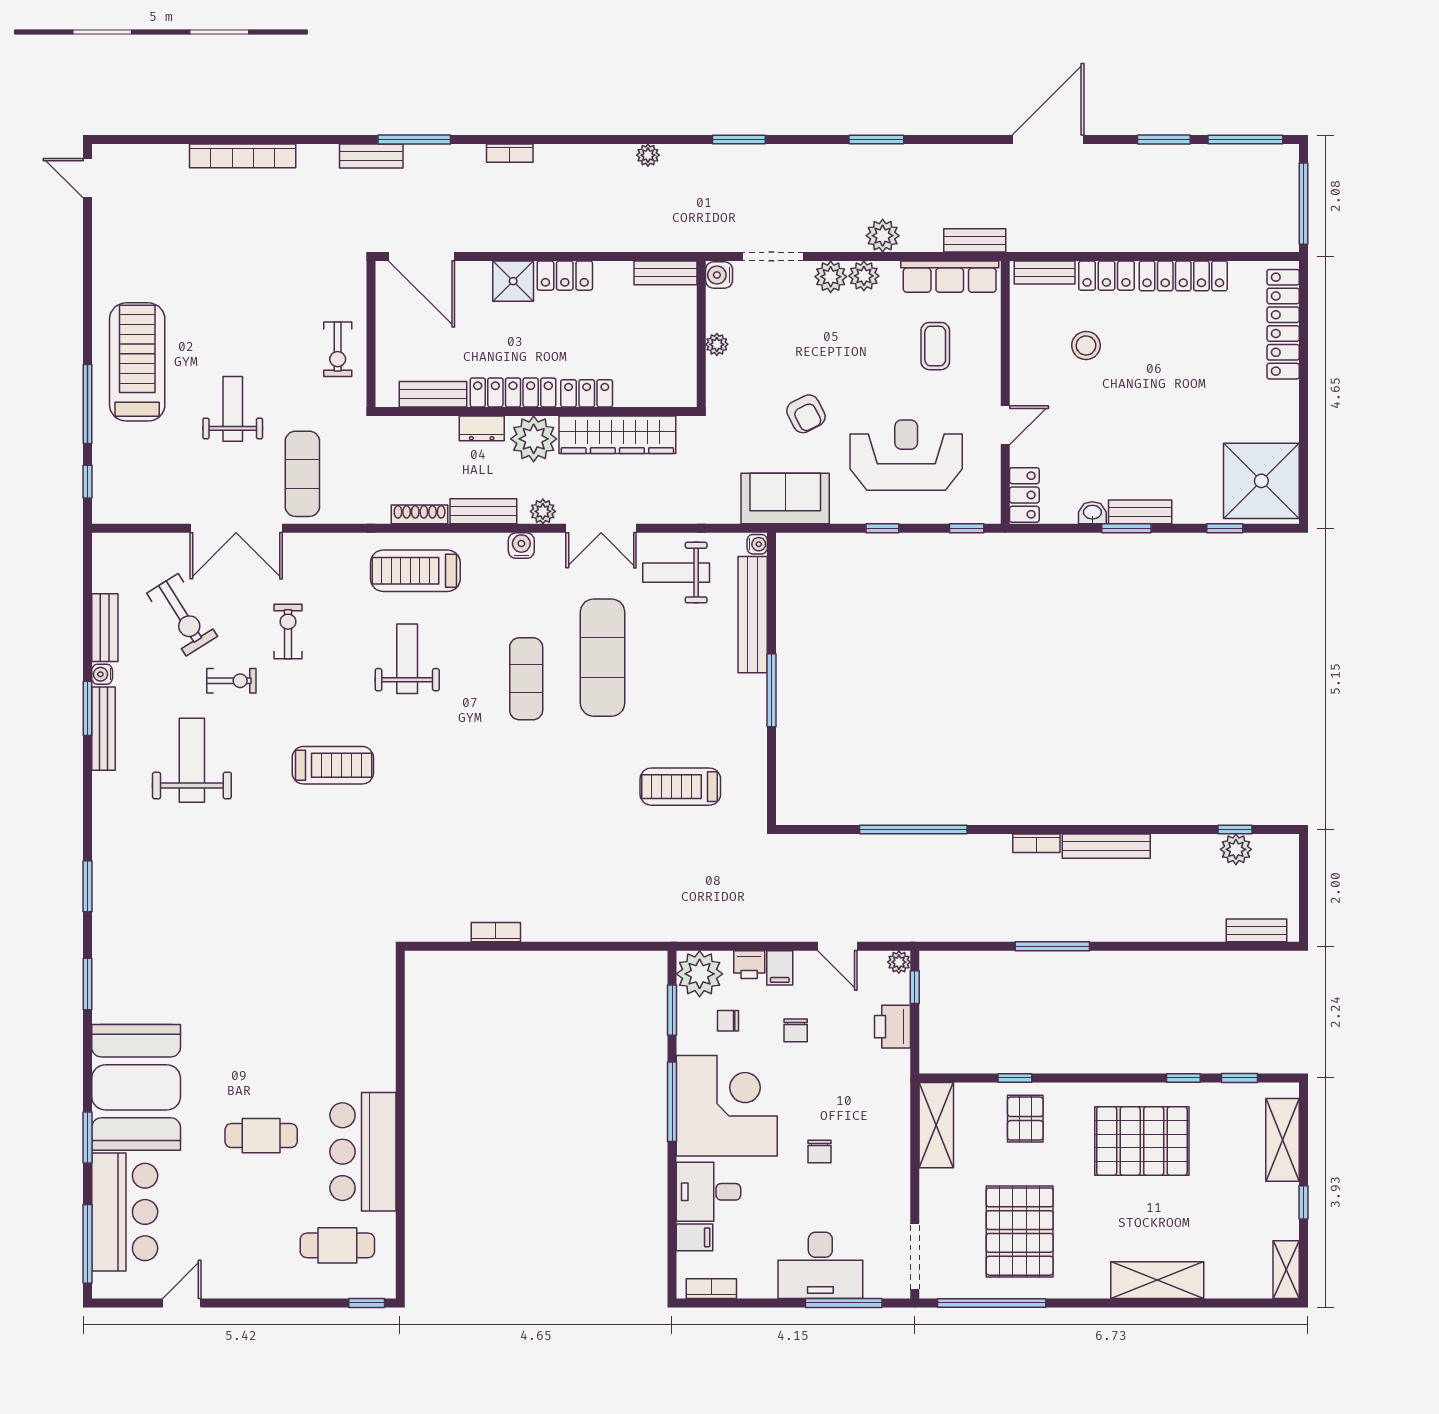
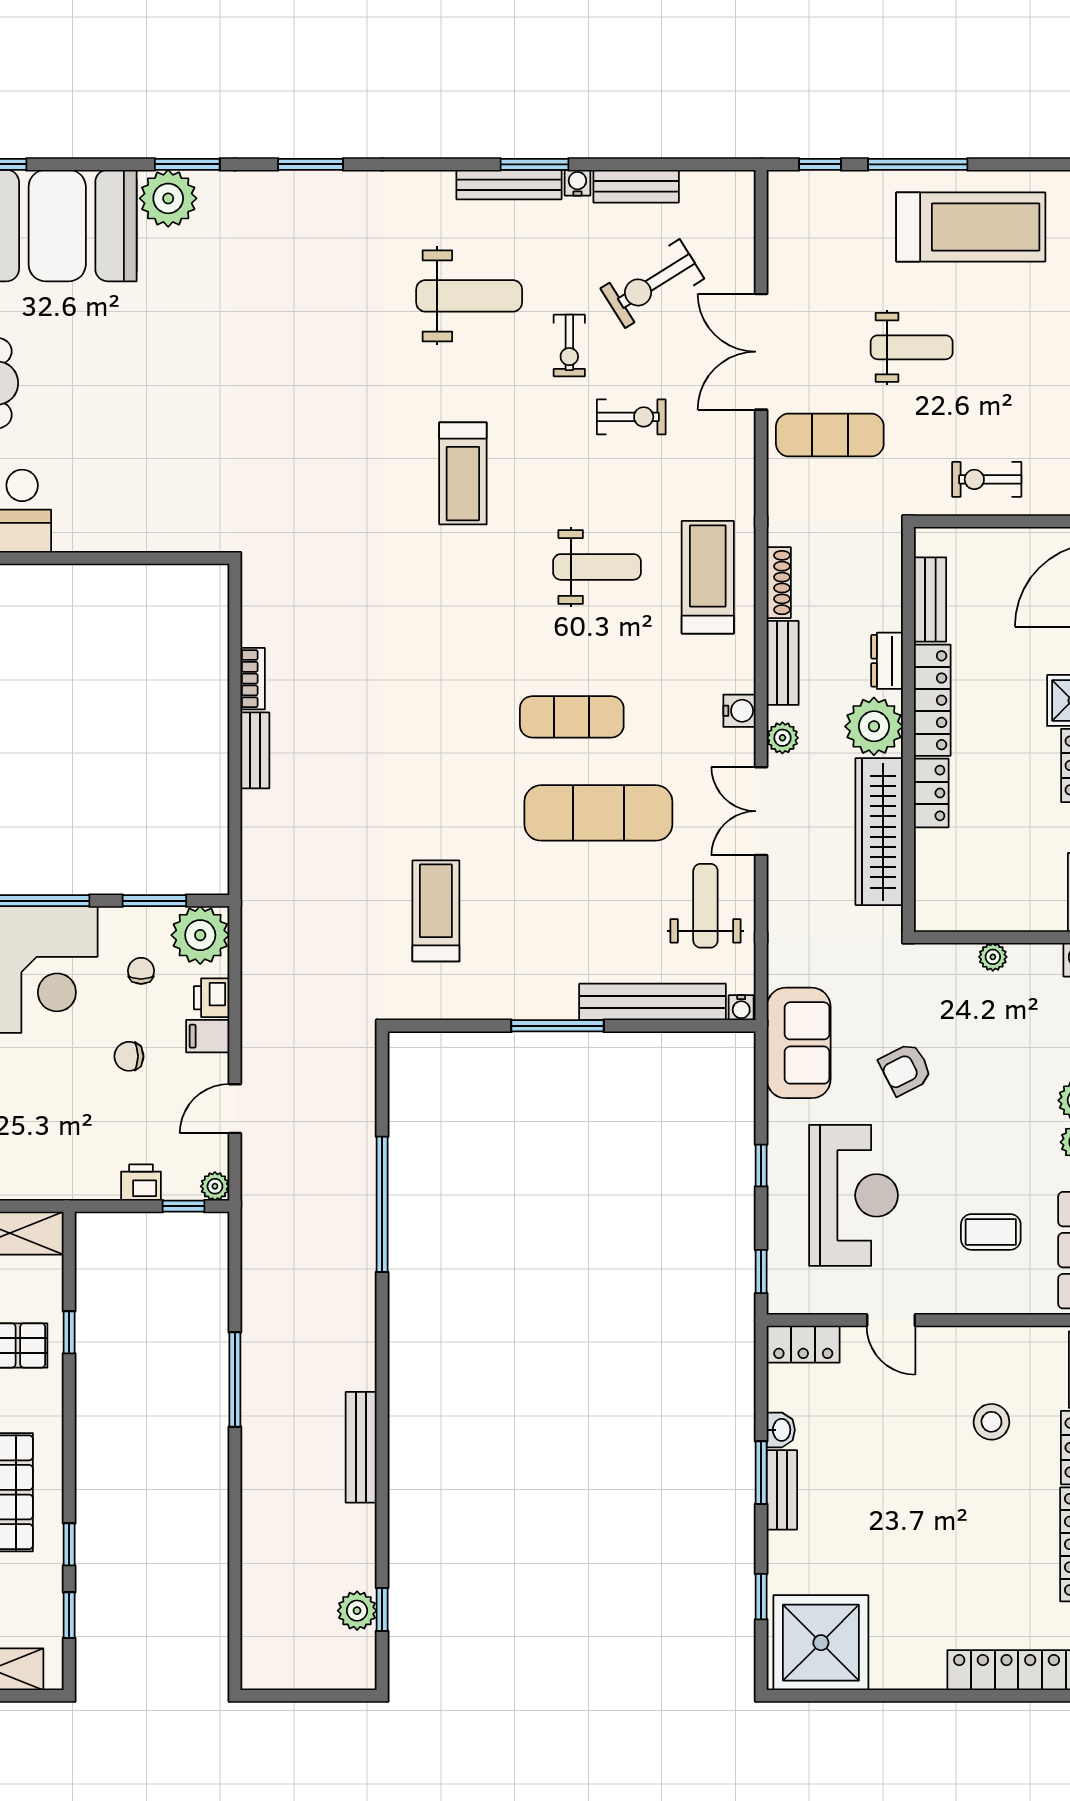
bookcase: (1036, 843) -> (365, 1359), removed
bench: (1257, 930) -> (255, 750), moved
plant: (115, 999) -> (168, 198), added
printer: (892, 1027) -> (141, 1182), width x0.73, depth x0.81

